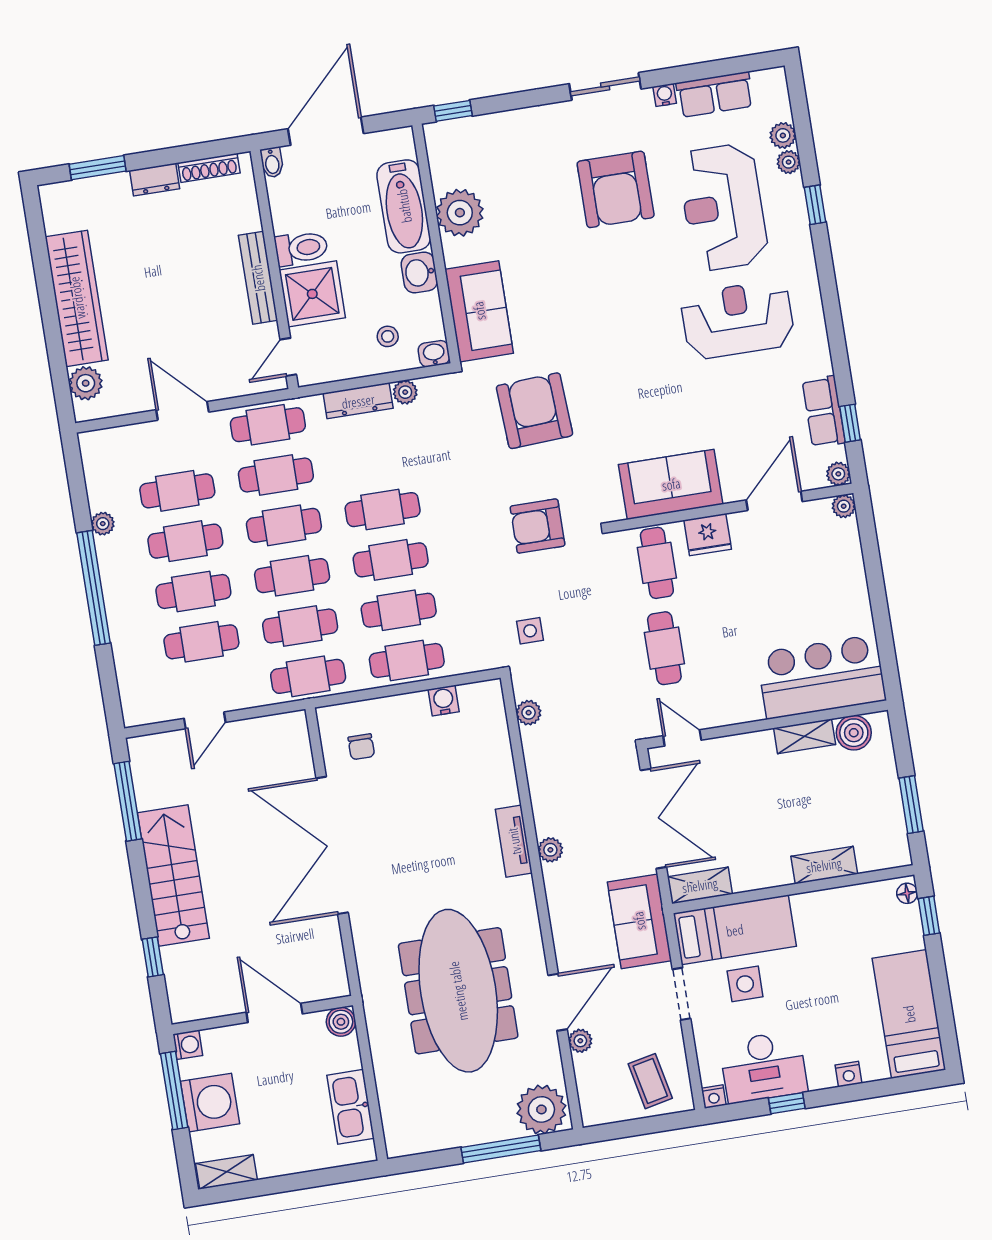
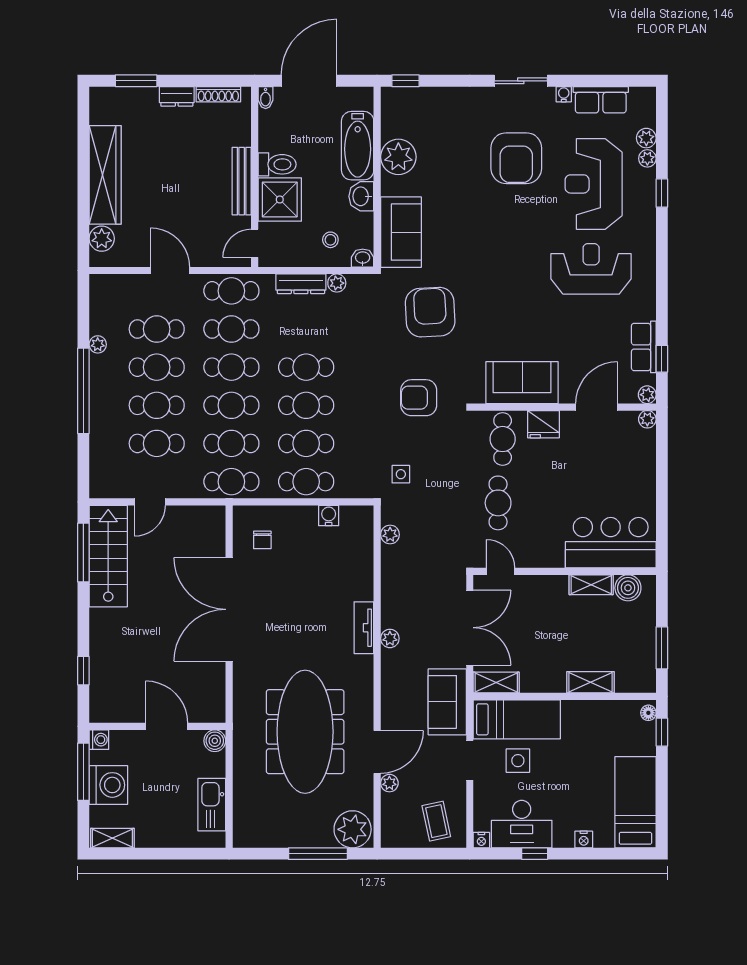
stairs: (173, 876) -> (108, 556), moved

